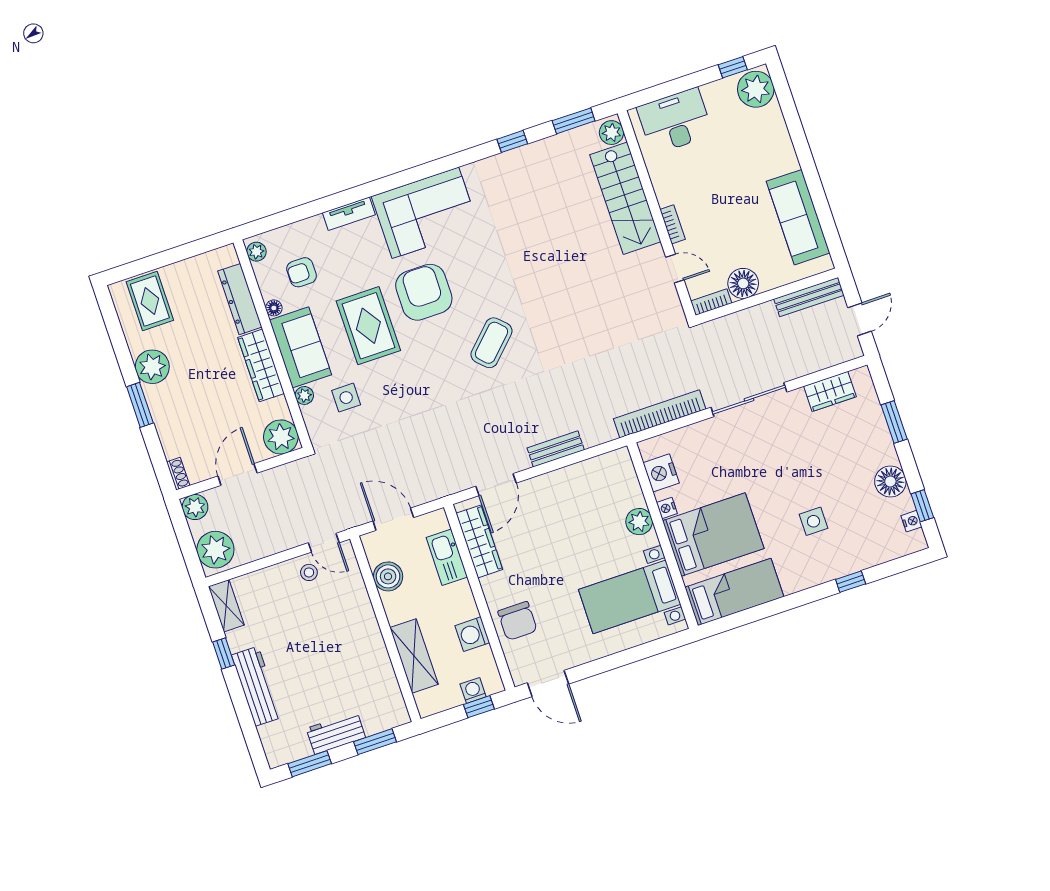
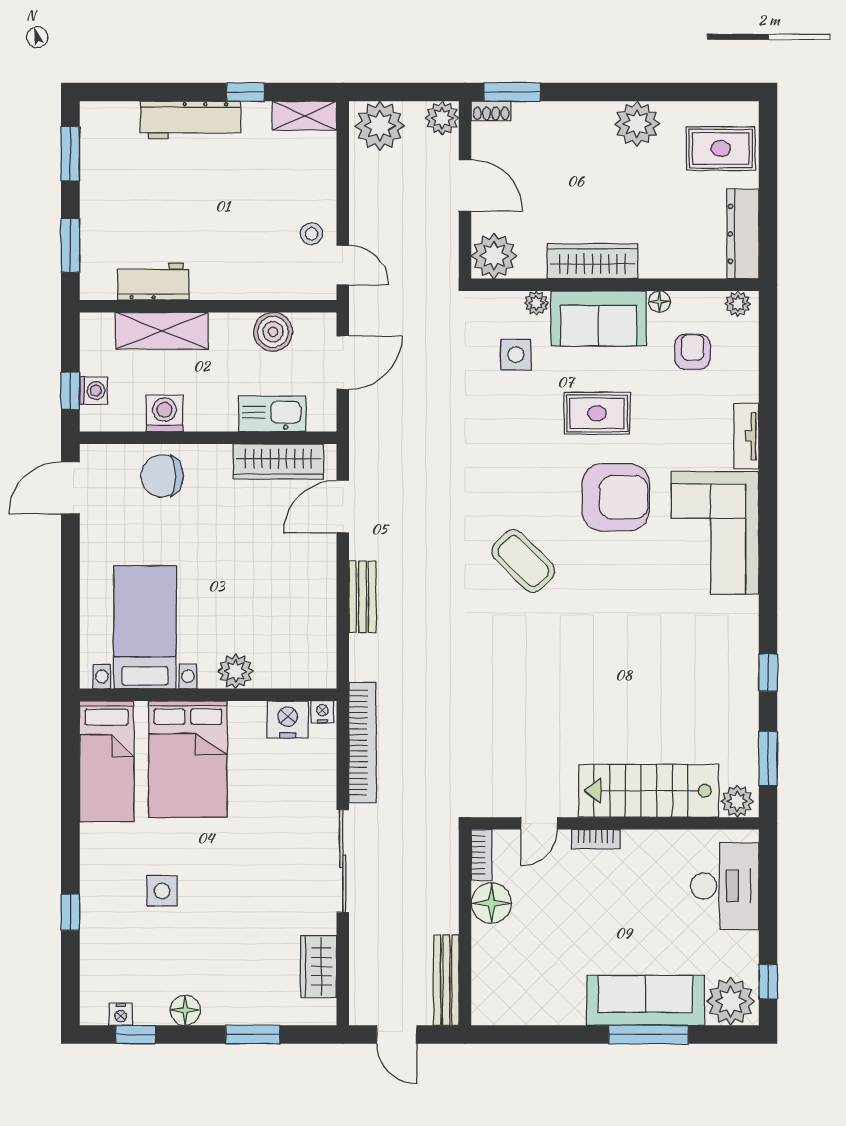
window: (799, 140) -> (648, 1035), added
sofa: (798, 217) -> (645, 1000), moved
dresser: (240, 299) -> (743, 234), moved, turned -90
rug: (368, 326) -> (597, 413), width x0.73, depth x0.70
window: (140, 405) -> (512, 92), moved
floor lamp: (890, 481) -> (185, 1010), width x0.73, depth x0.73
door: (496, 485) -> (343, 507), hinge flipped
nightstand: (667, 508) -> (322, 712), moved
door: (324, 543) -> (343, 265), swing flipped
workbench: (336, 733) -> (153, 282), moved, turned -90

